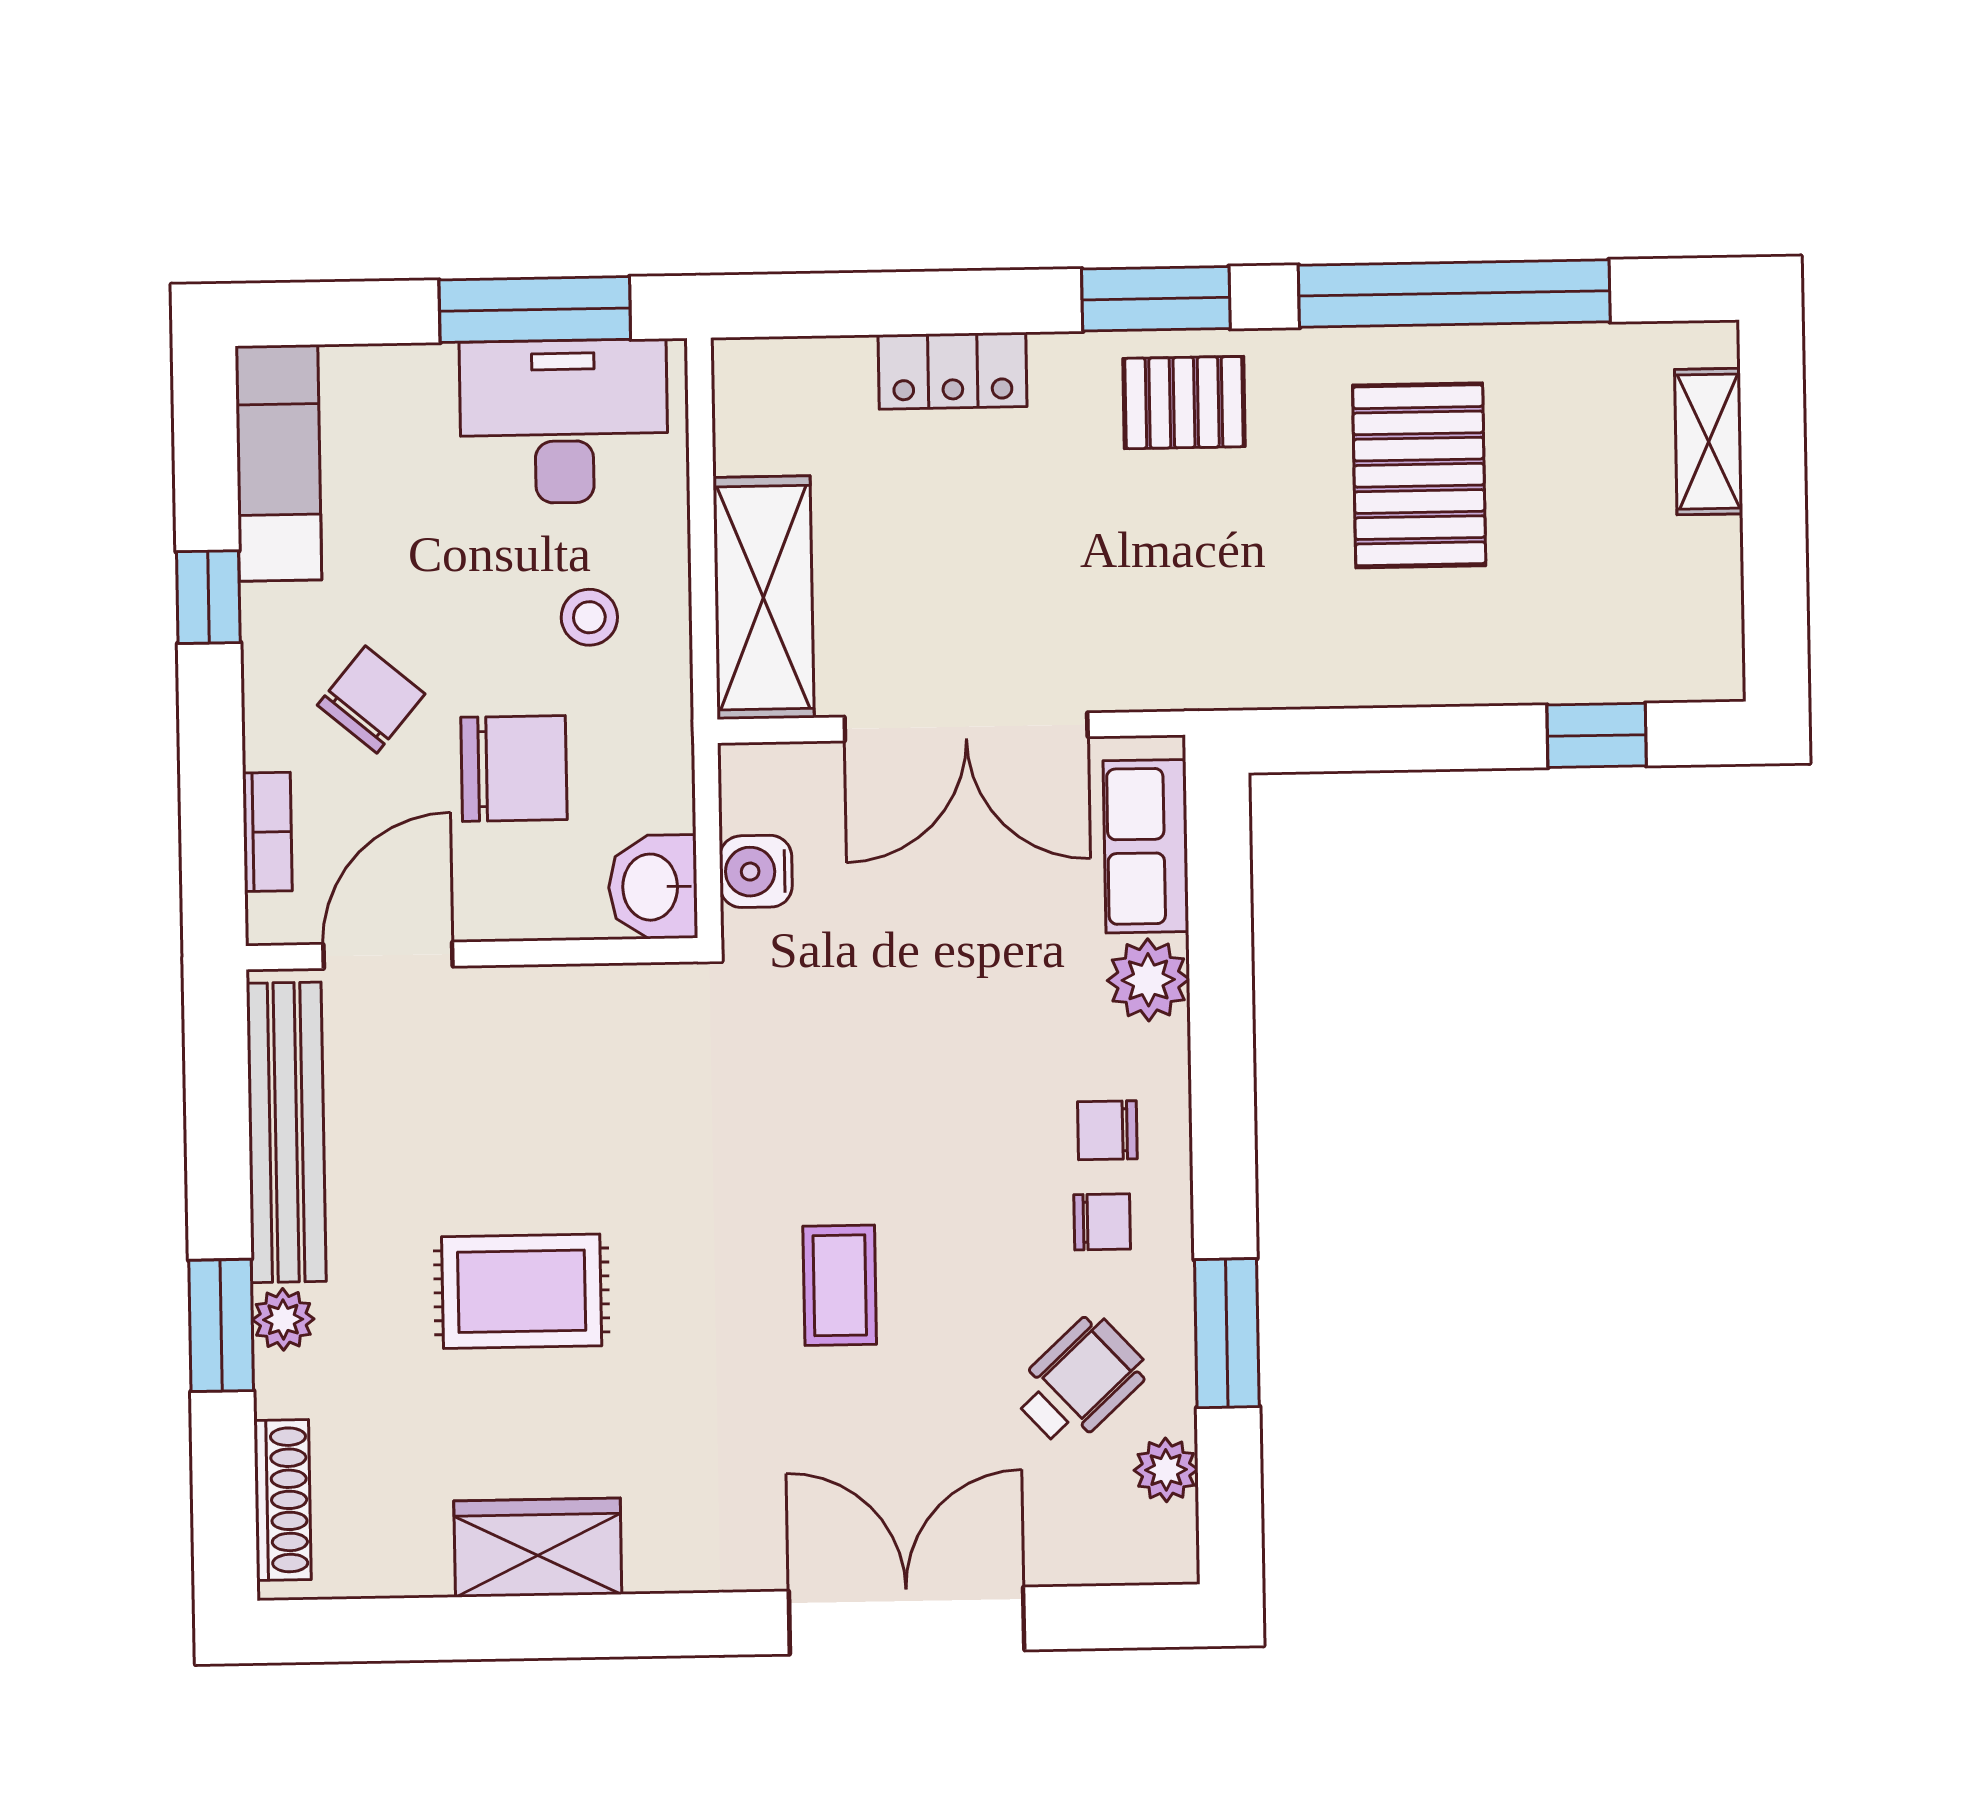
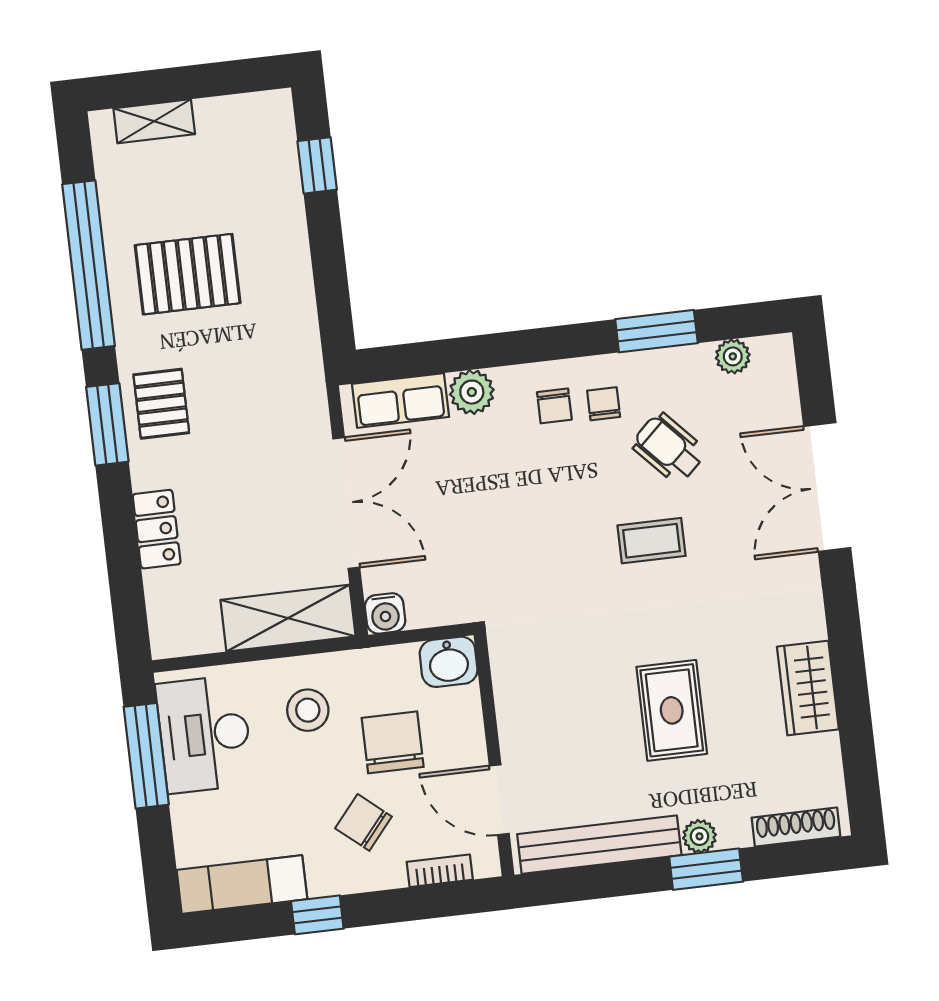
stool: (589, 617) -> (308, 710), width x1.37, depth x1.37
water cooler: (756, 871) -> (385, 613), moved
wheelchair: (1080, 1381) -> (669, 448), moved

